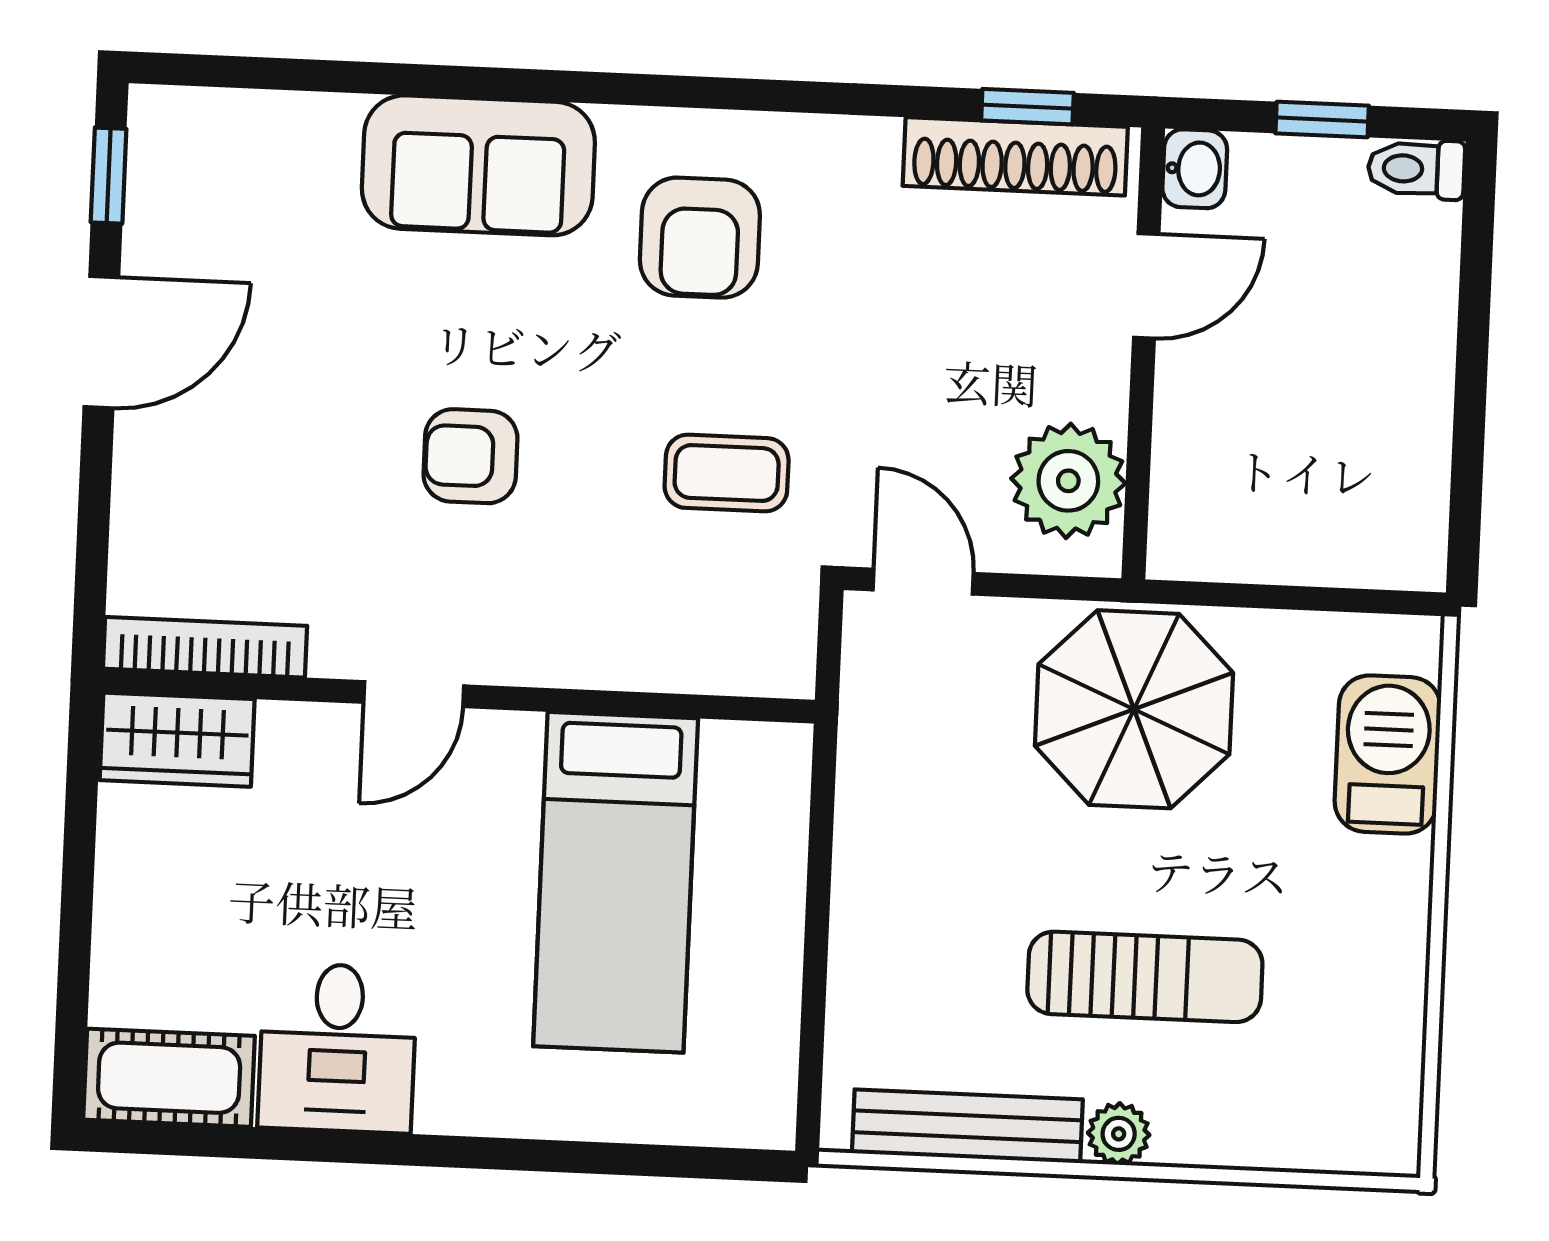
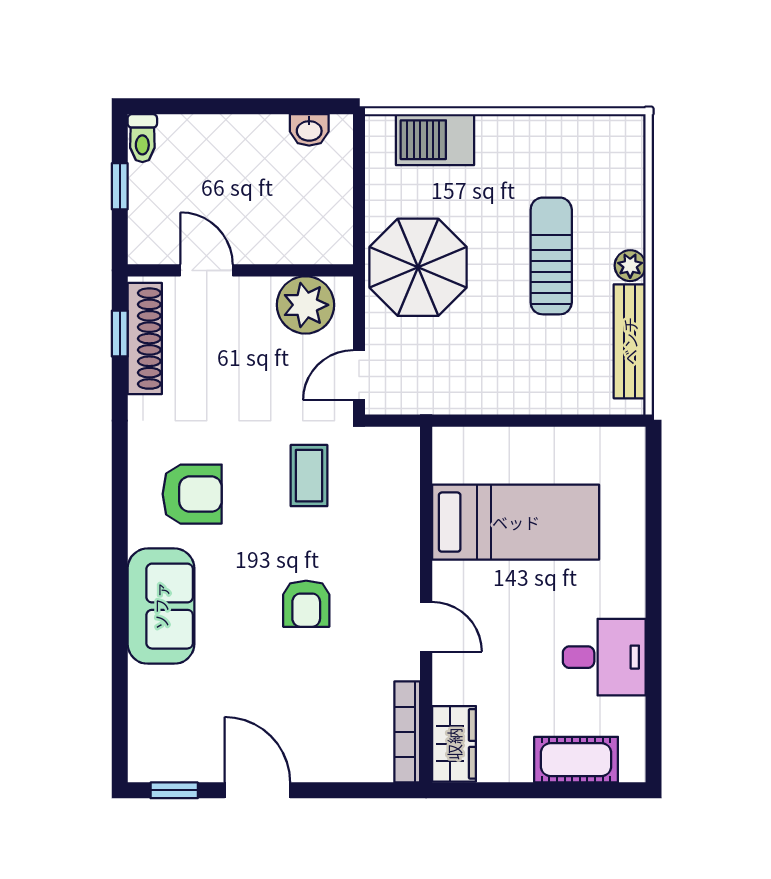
washbasin: (1195, 169) -> (309, 130), moved, turned 180
cot: (169, 1078) -> (576, 760), moved, turned 90

